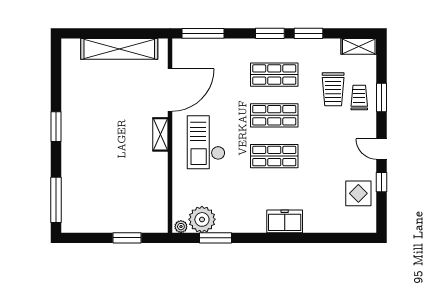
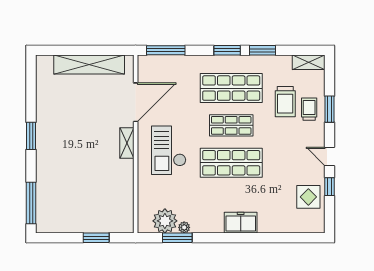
shop shelf: (274, 75) -> (231, 88), width x1.43, depth x1.36
shop shelf: (274, 156) -> (231, 163), width x1.43, depth x1.36
plant: (181, 227) -> (184, 227), moved

